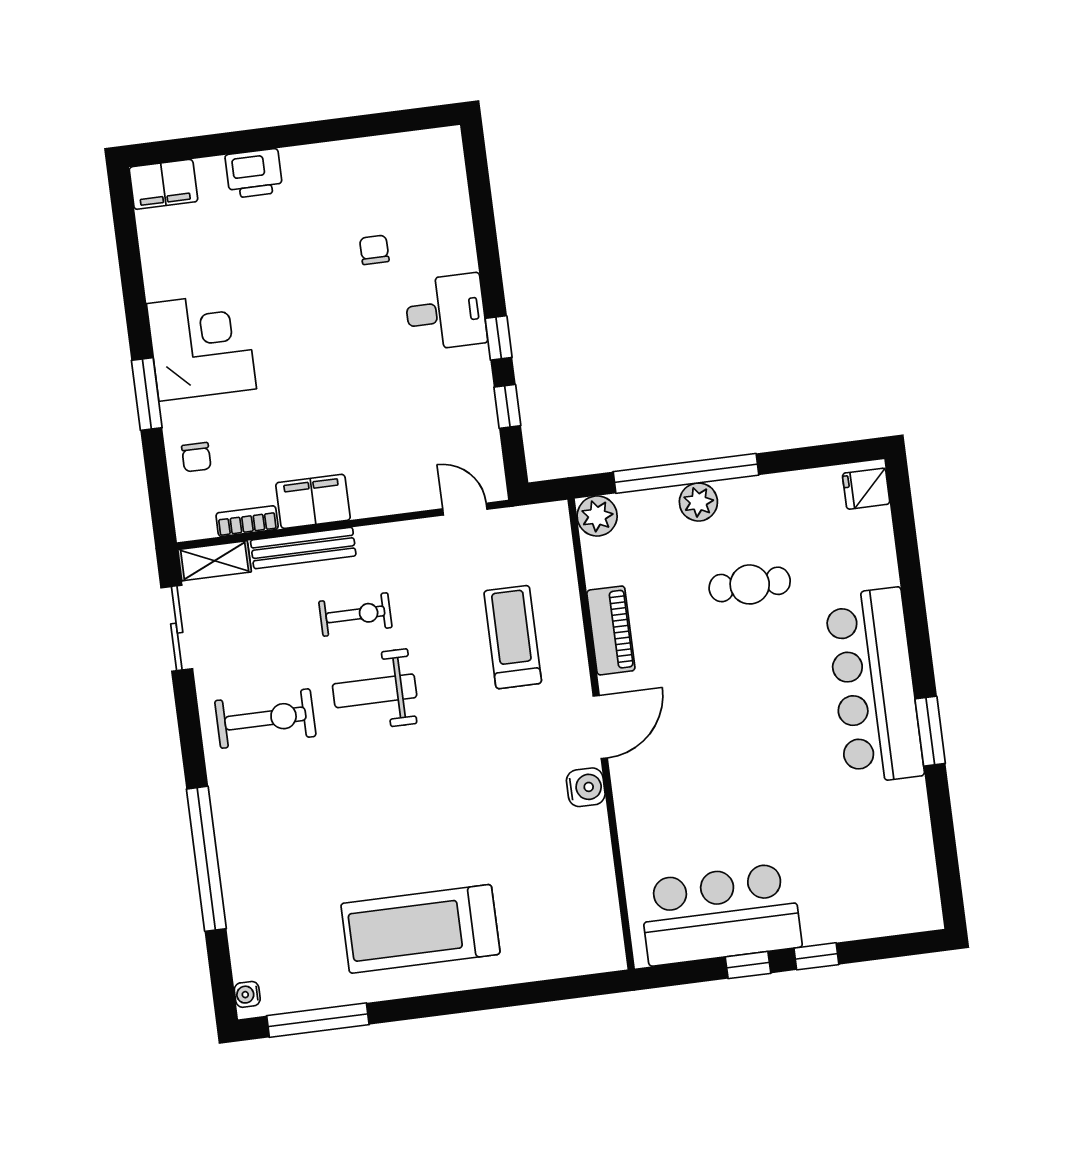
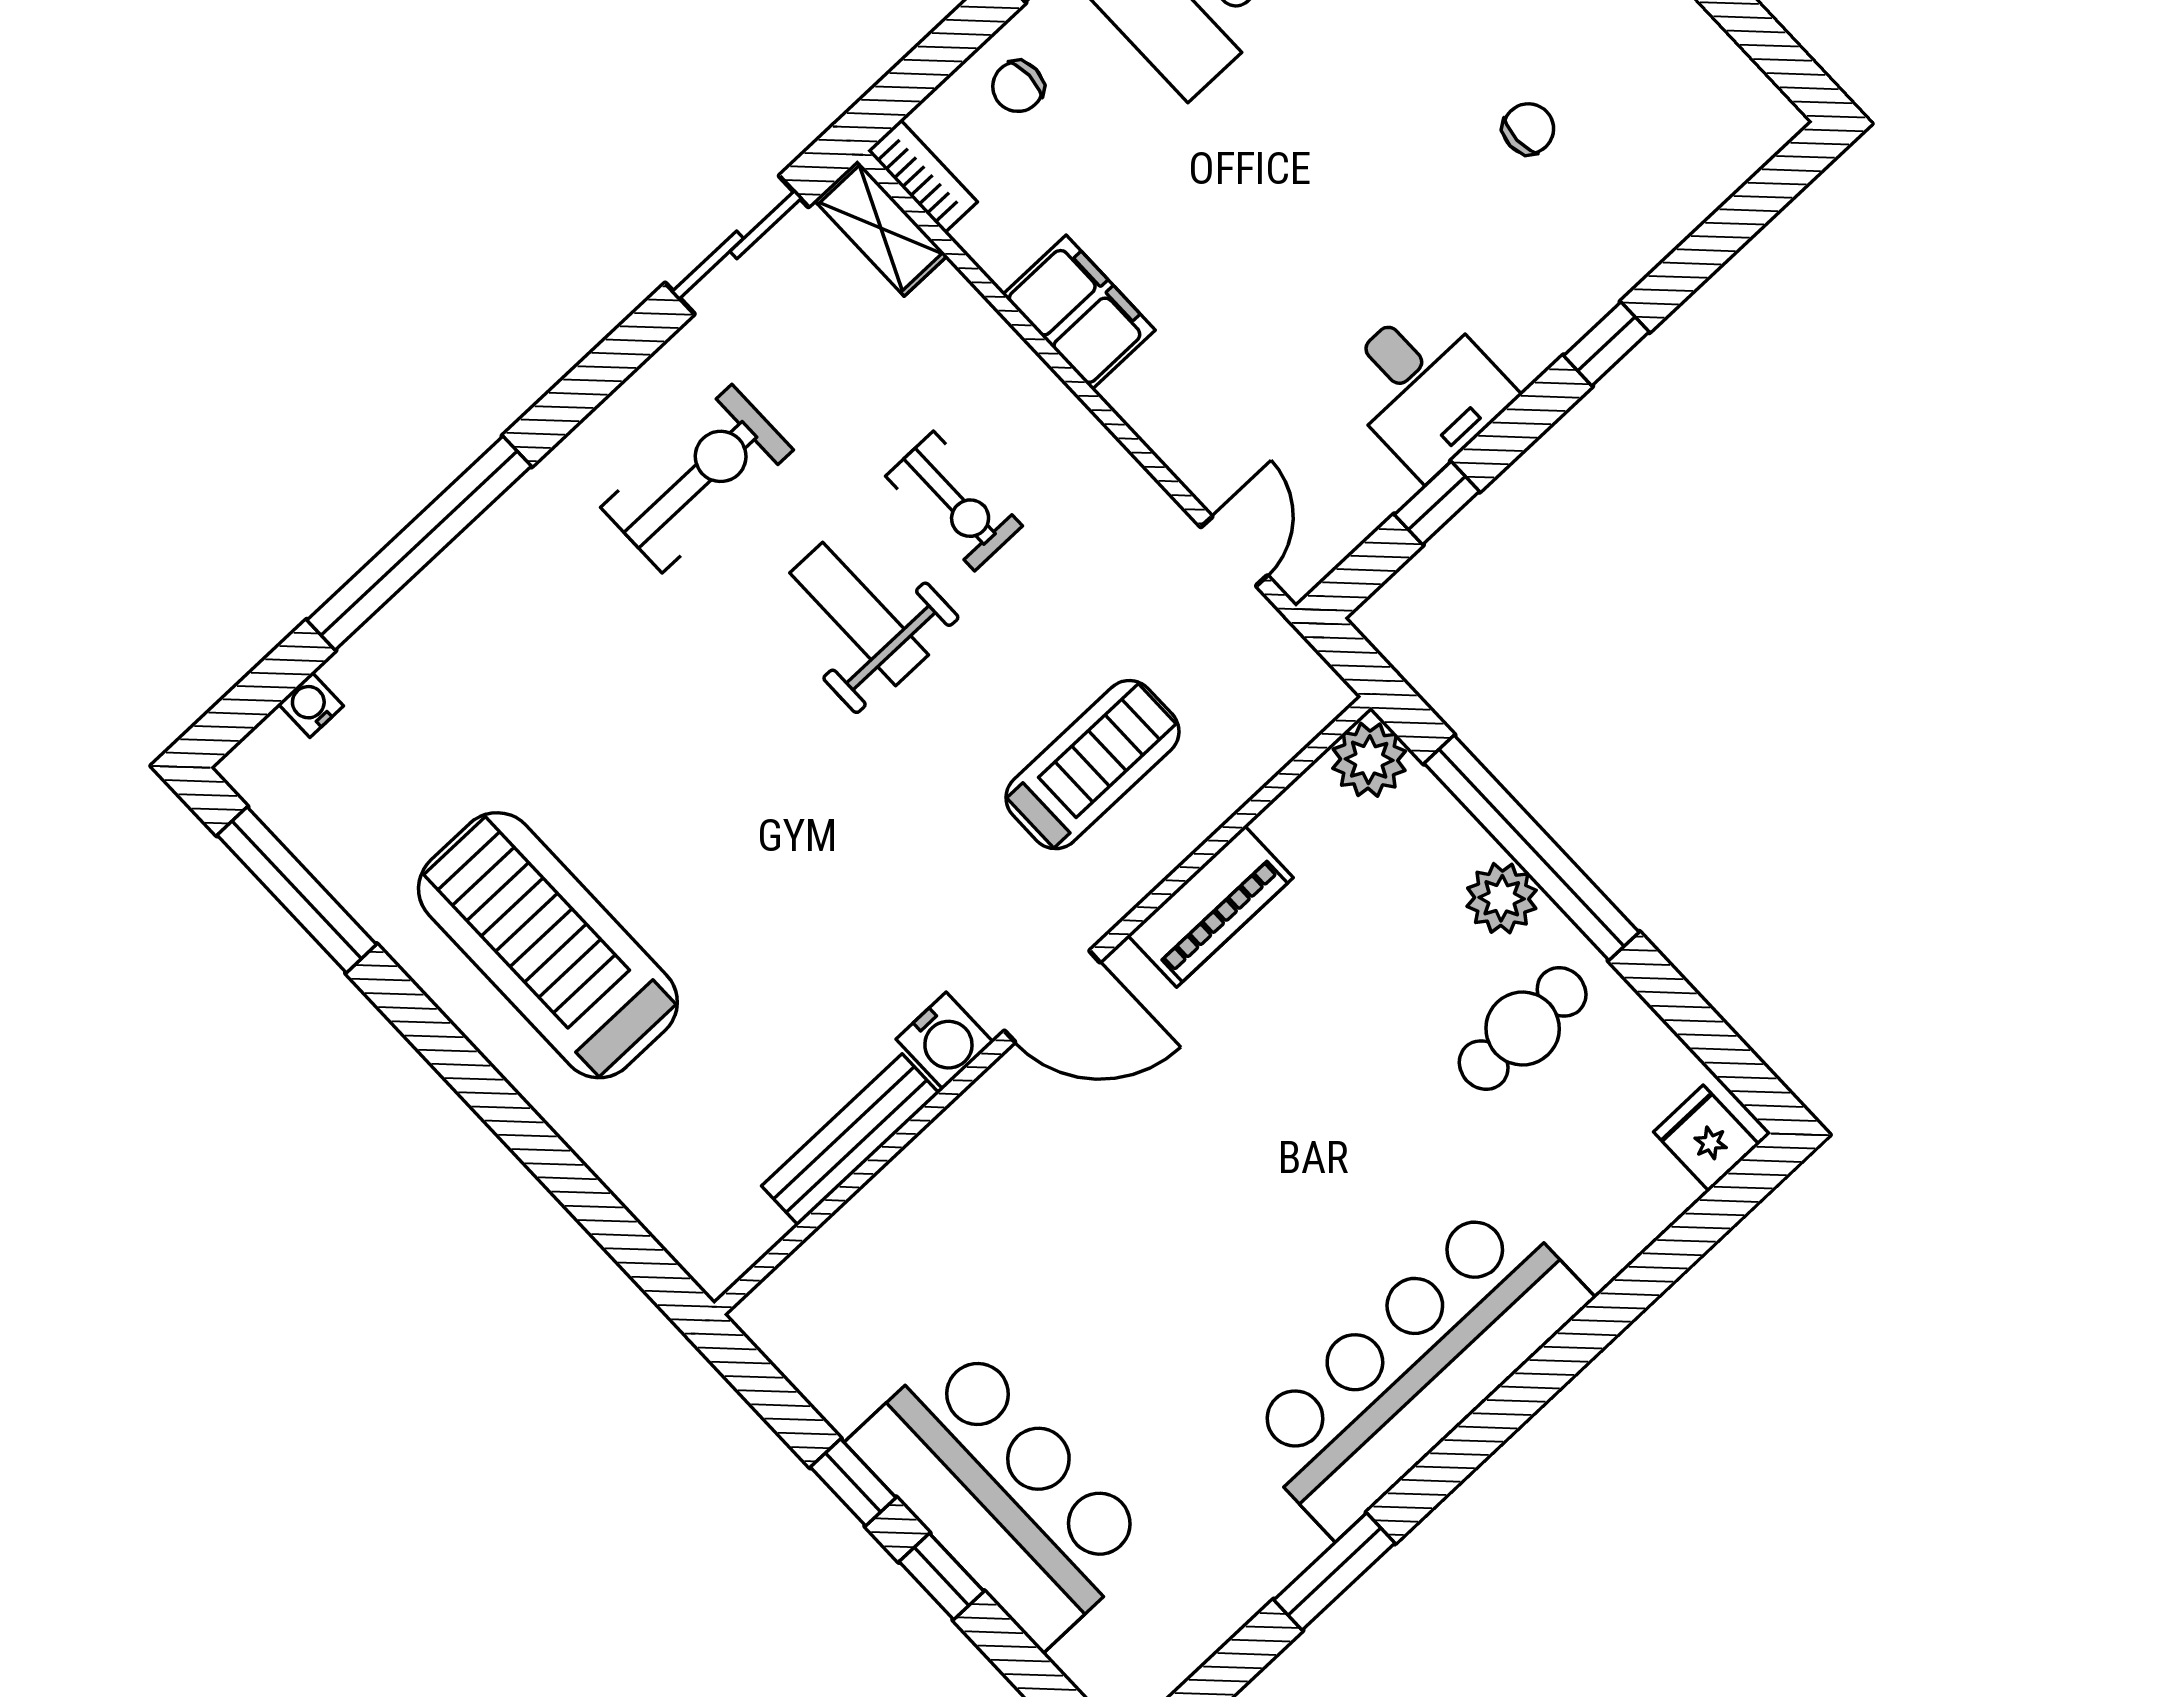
desk: (446, 312) -> (1424, 388), moved
window: (499, 338) -> (1606, 344), moved
bookcase: (247, 521) -> (922, 176), moved
bench: (303, 548) -> (850, 1140), moved, turned 90
cafe table: (750, 584) -> (1523, 1028), moved, turned 90
exercise bike: (265, 719) -> (697, 479), turned -90
window: (930, 731) -> (1334, 1572), moved
bar counter: (720, 914) -> (1002, 1493), moved
water cooler: (247, 994) -> (311, 705), moved

